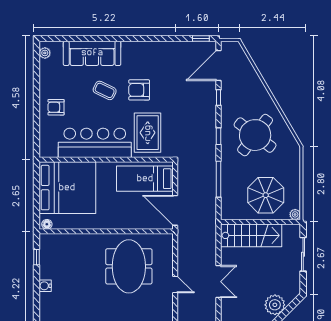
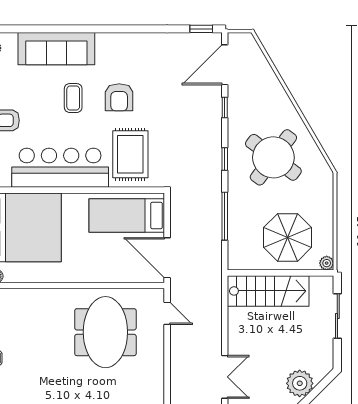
coffee table: (105, 90) -> (73, 98), turned 64
armchair: (139, 90) -> (119, 97), turned -90
double door: (219, 282) -> (225, 377), moved
door: (175, 285) -> (167, 313), moved

